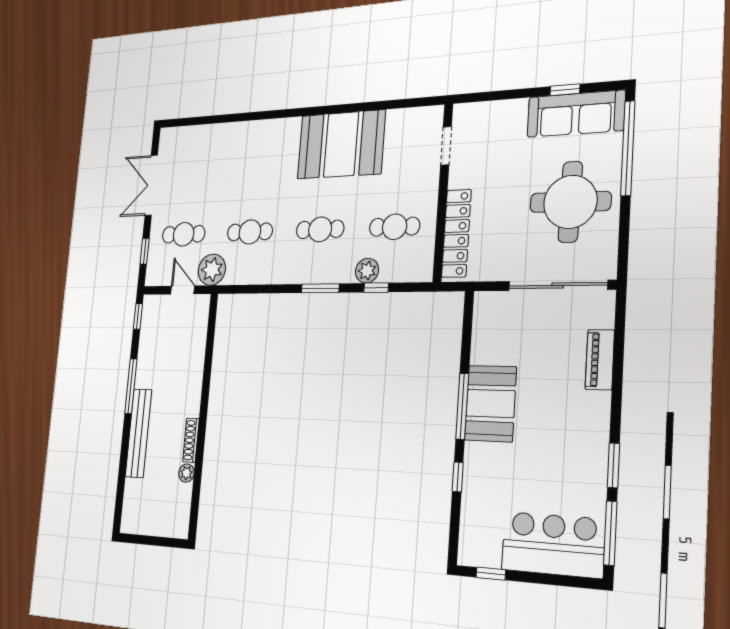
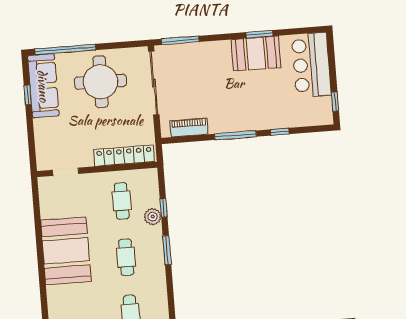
piano: (600, 360) -> (189, 128), moved, turned 180
booth: (491, 404) -> (256, 53), moved
window: (610, 533) -> (180, 40), moved

